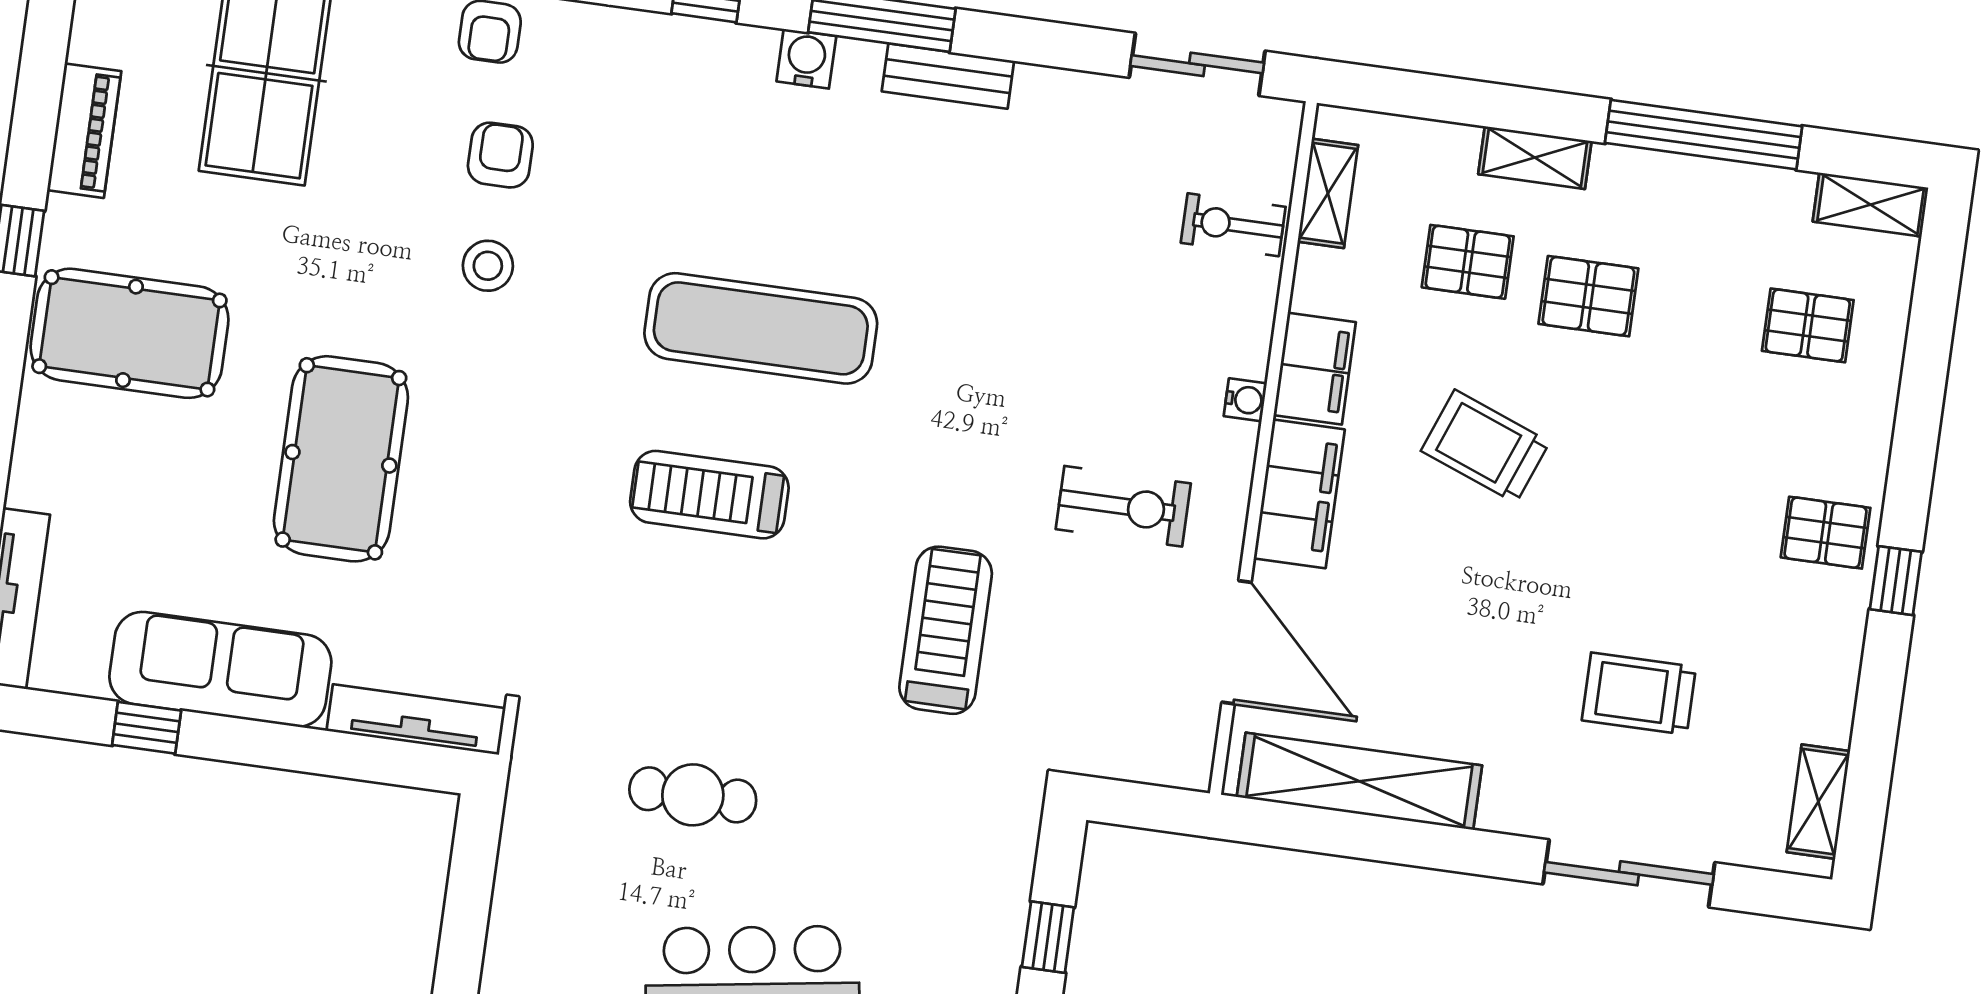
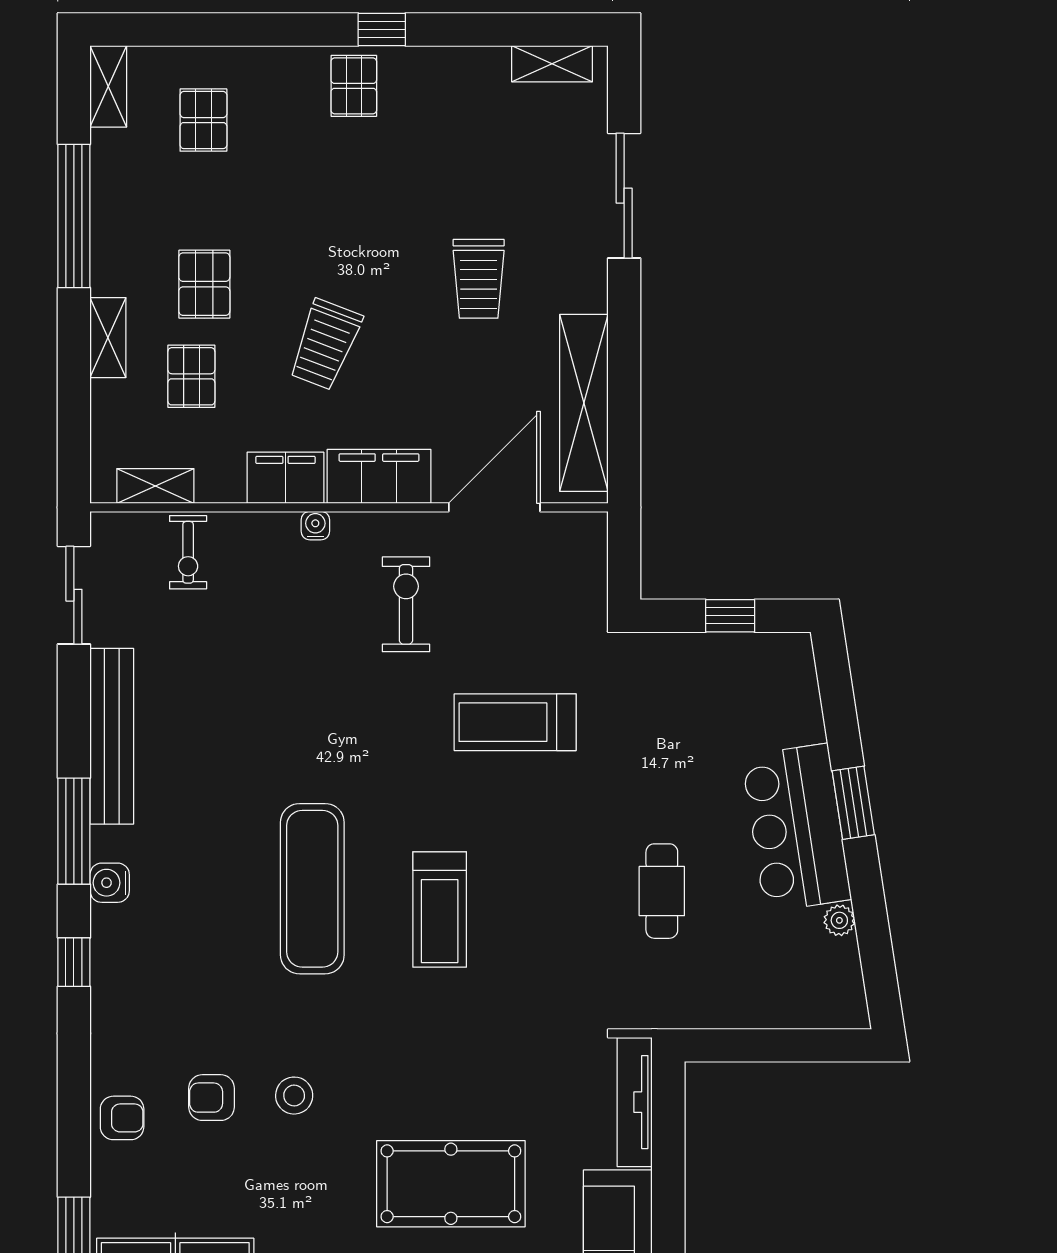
bench: (948, 76) -> (112, 736), width x1.86, depth x1.21
trolley: (1639, 694) -> (479, 279), moved

